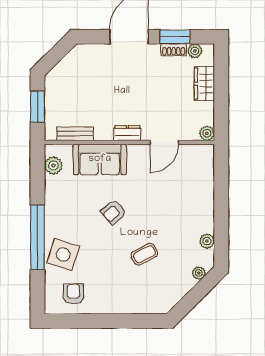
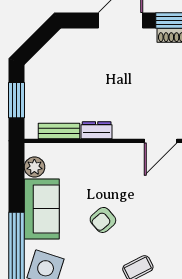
dresser: (127, 133) -> (97, 130), moved
sofa: (100, 159) -> (42, 209), moved, turned -90

